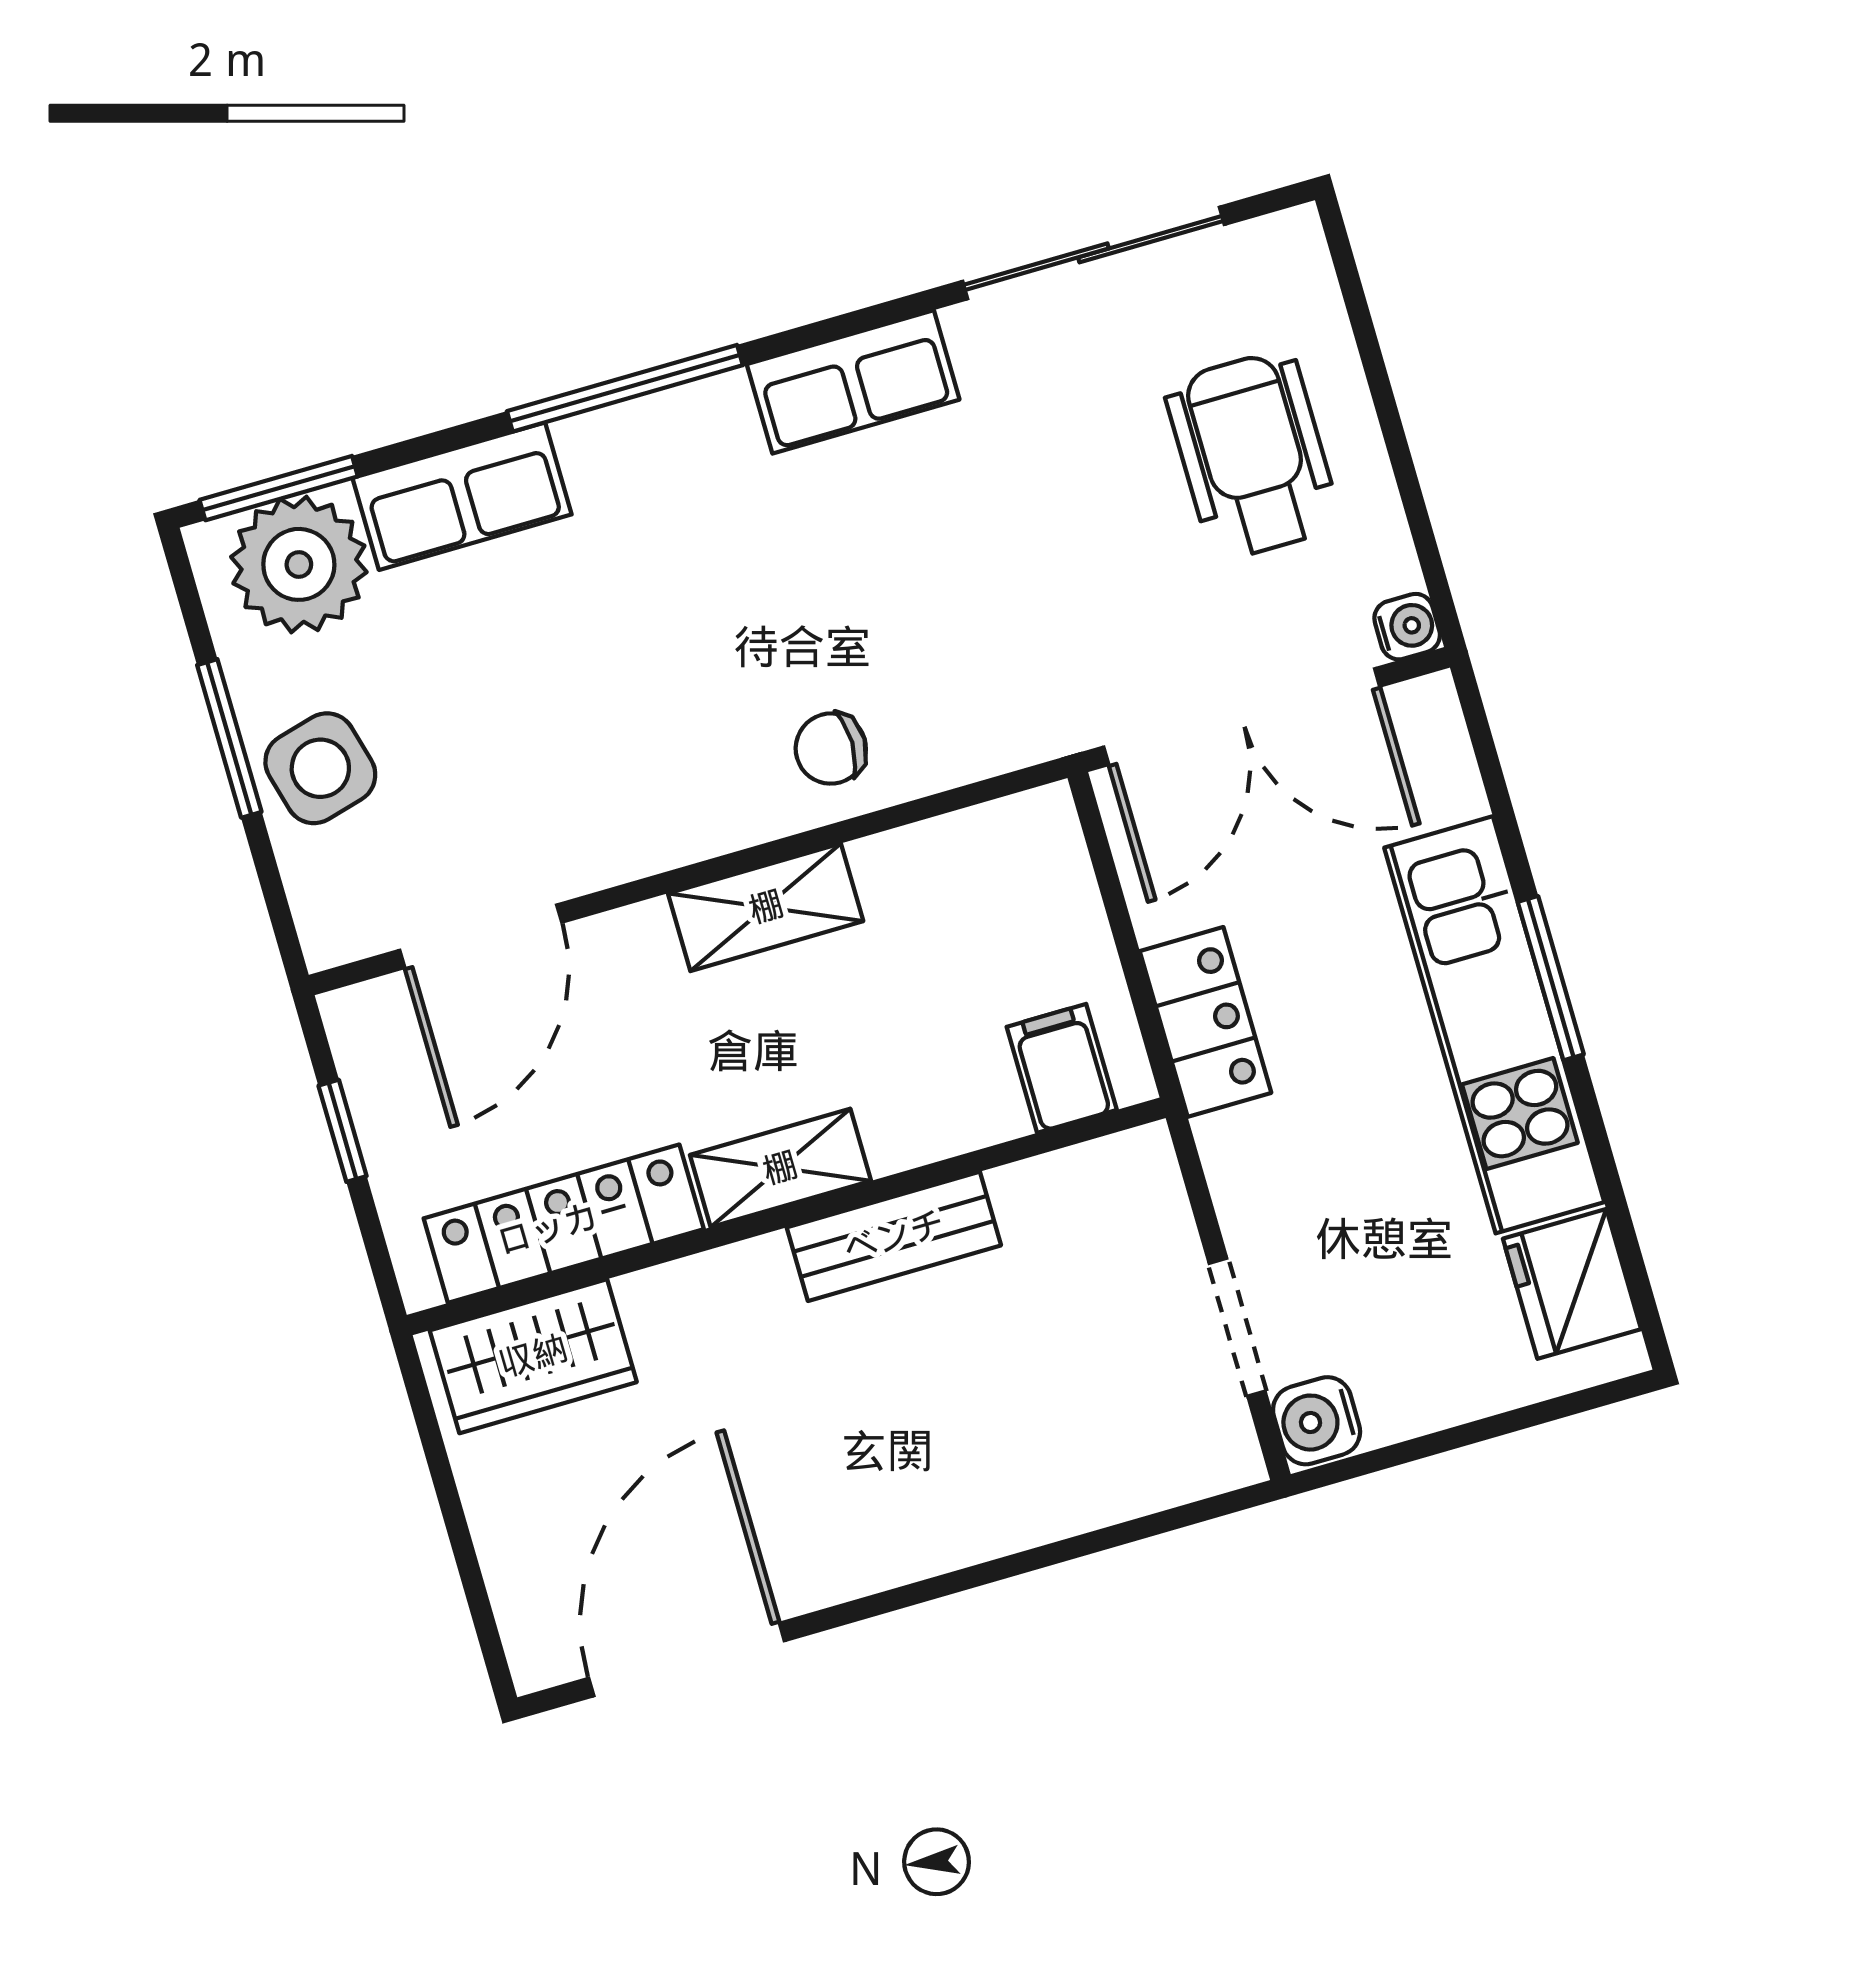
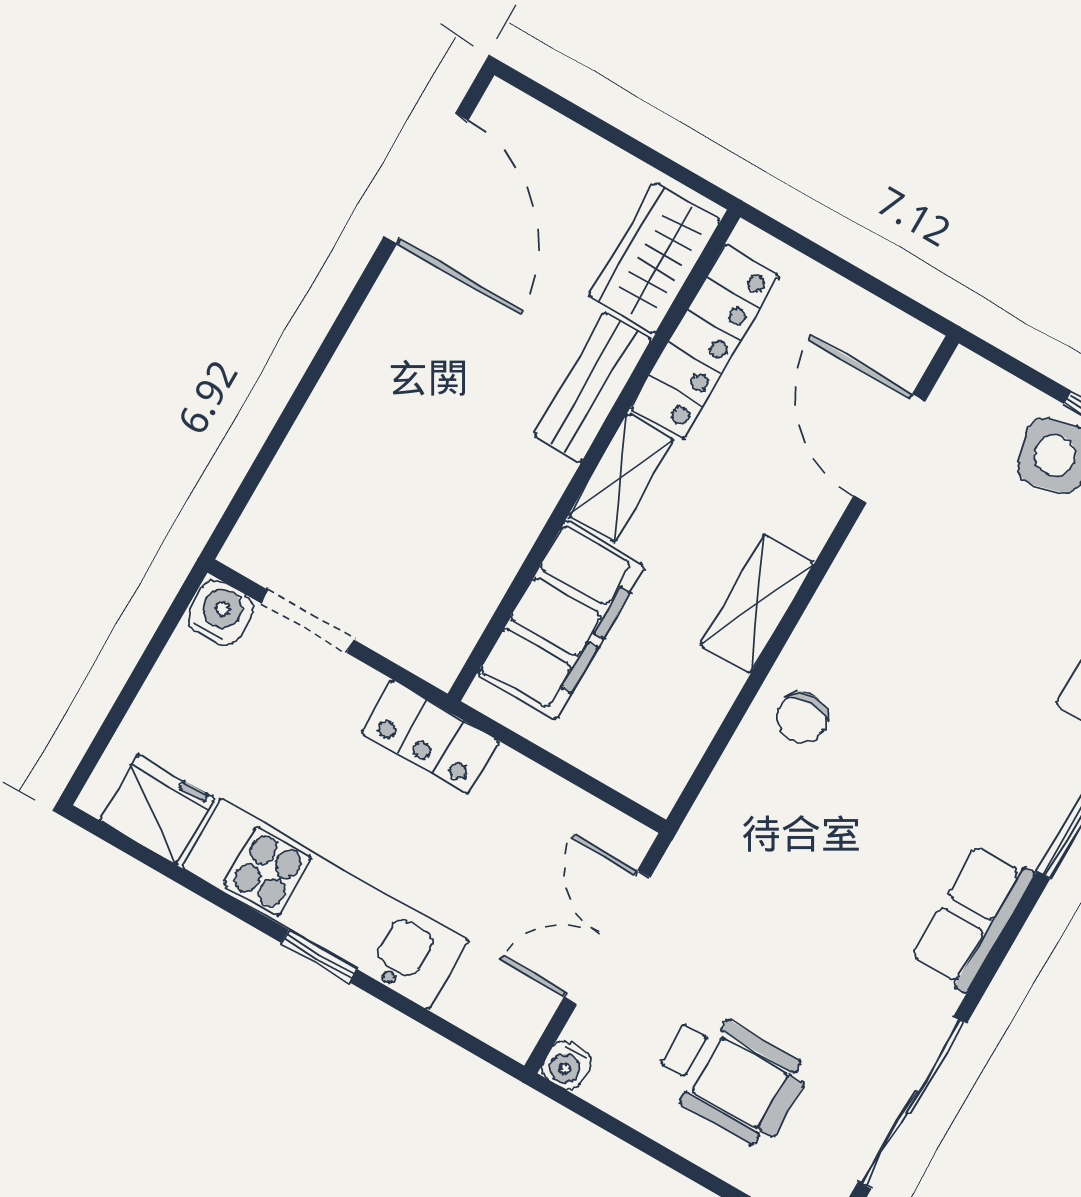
double door: (1242, 717) -> (607, 937), width x0.73
chair: (831, 749) -> (802, 718), turned 180
window: (1551, 978) -> (319, 956), width x0.67
locker: (1206, 1022) -> (430, 737), moved
filing cabinet: (1062, 1068) -> (561, 620), width x3.00, depth x1.17
window: (343, 1131) -> (864, 280), removed
bench: (894, 1236) -> (593, 387), moved

